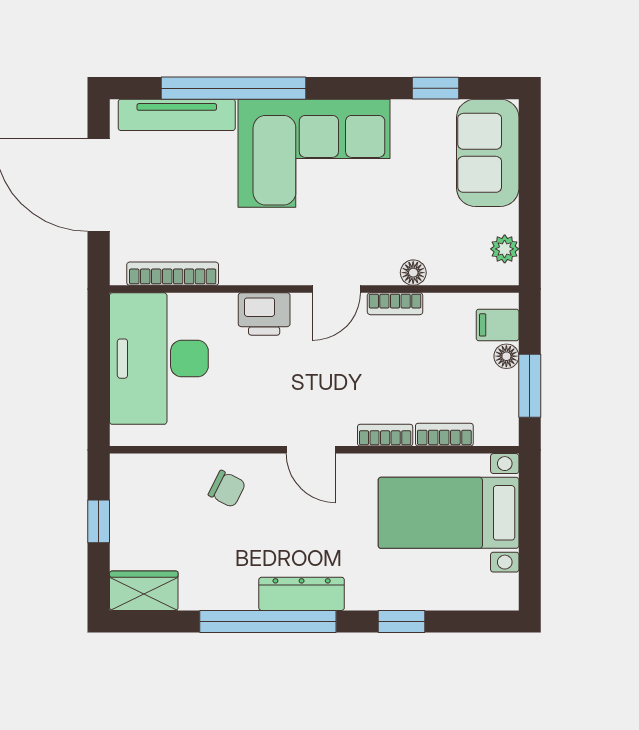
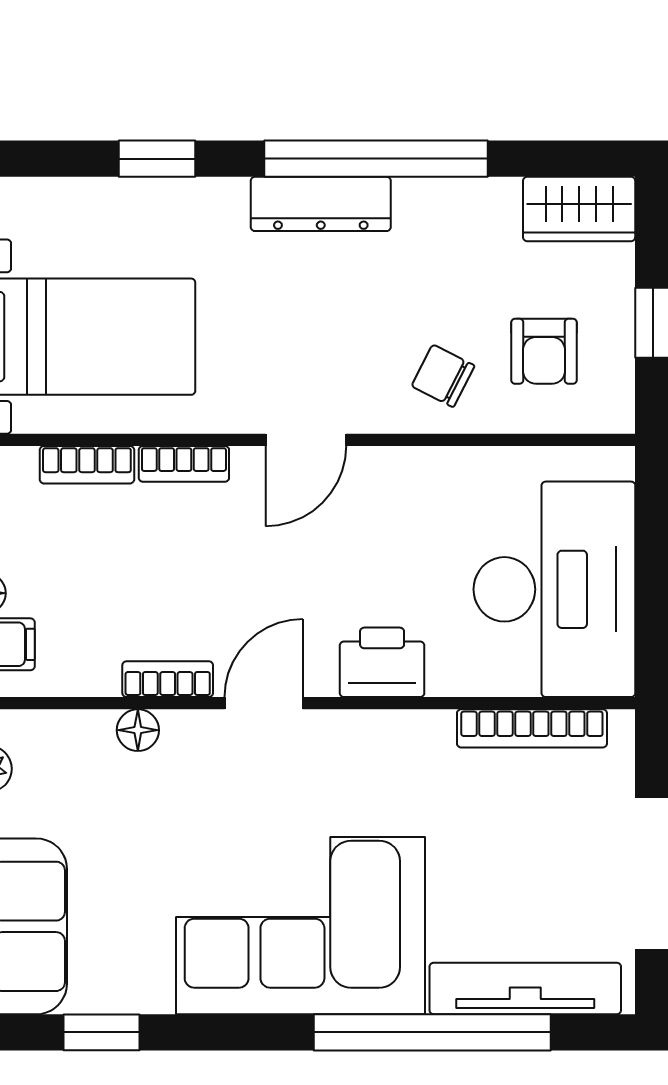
door: (311, 450) -> (306, 440), swing flipped
armchair: (165, 504) -> (544, 351), added

